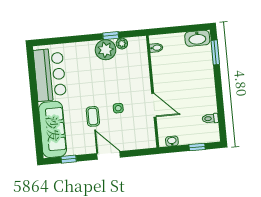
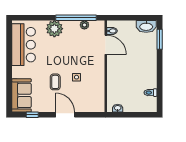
window: (111, 36) -> (76, 18), width x3.17
plant: (106, 50) -> (54, 29), moved
door: (154, 105) -> (106, 45), moved
sofa: (53, 129) -> (22, 95), width x0.73
window: (197, 147) -> (138, 115), removed

